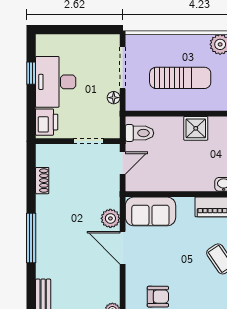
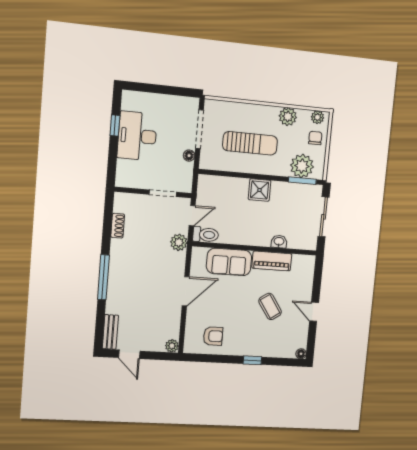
printer: (47, 122) -> (126, 172), removed
toilet: (139, 133) -> (206, 235), moved
sofa: (150, 211) -> (229, 262), moved
plant: (110, 218) -> (179, 242), moved
door: (123, 248) -> (186, 291), swing flipped

